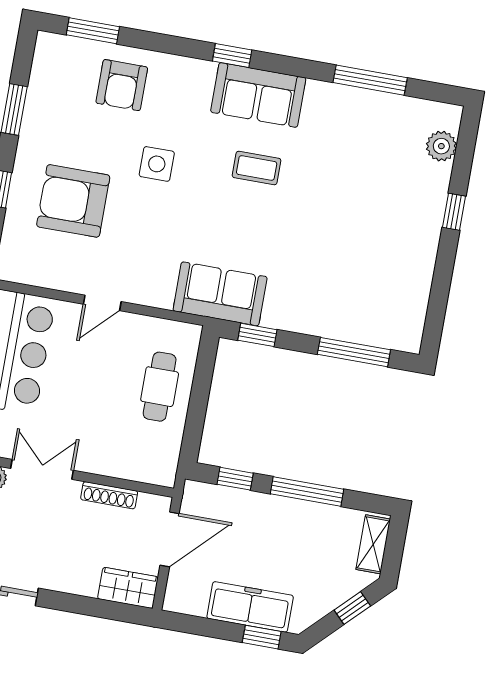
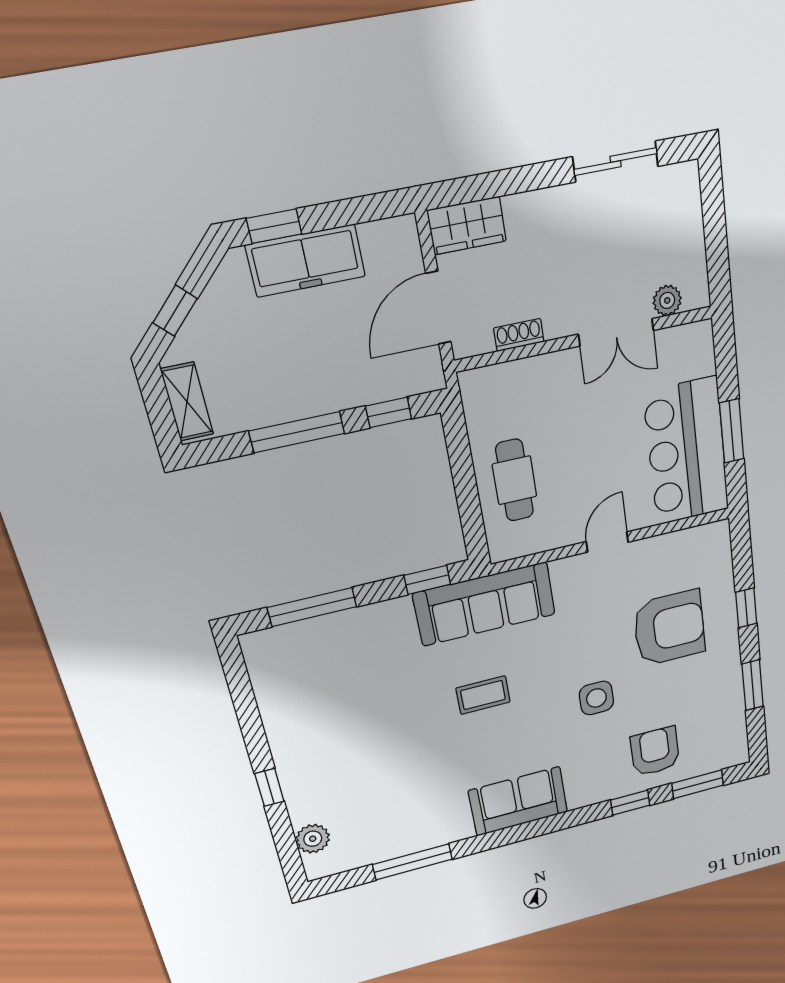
window: (232, 56) -> (630, 803), moved
coffee table: (257, 168) -> (483, 695), moved
sofa: (220, 294) -> (485, 604), width x1.36
shoe rack: (109, 495) -> (519, 335), width x0.70

